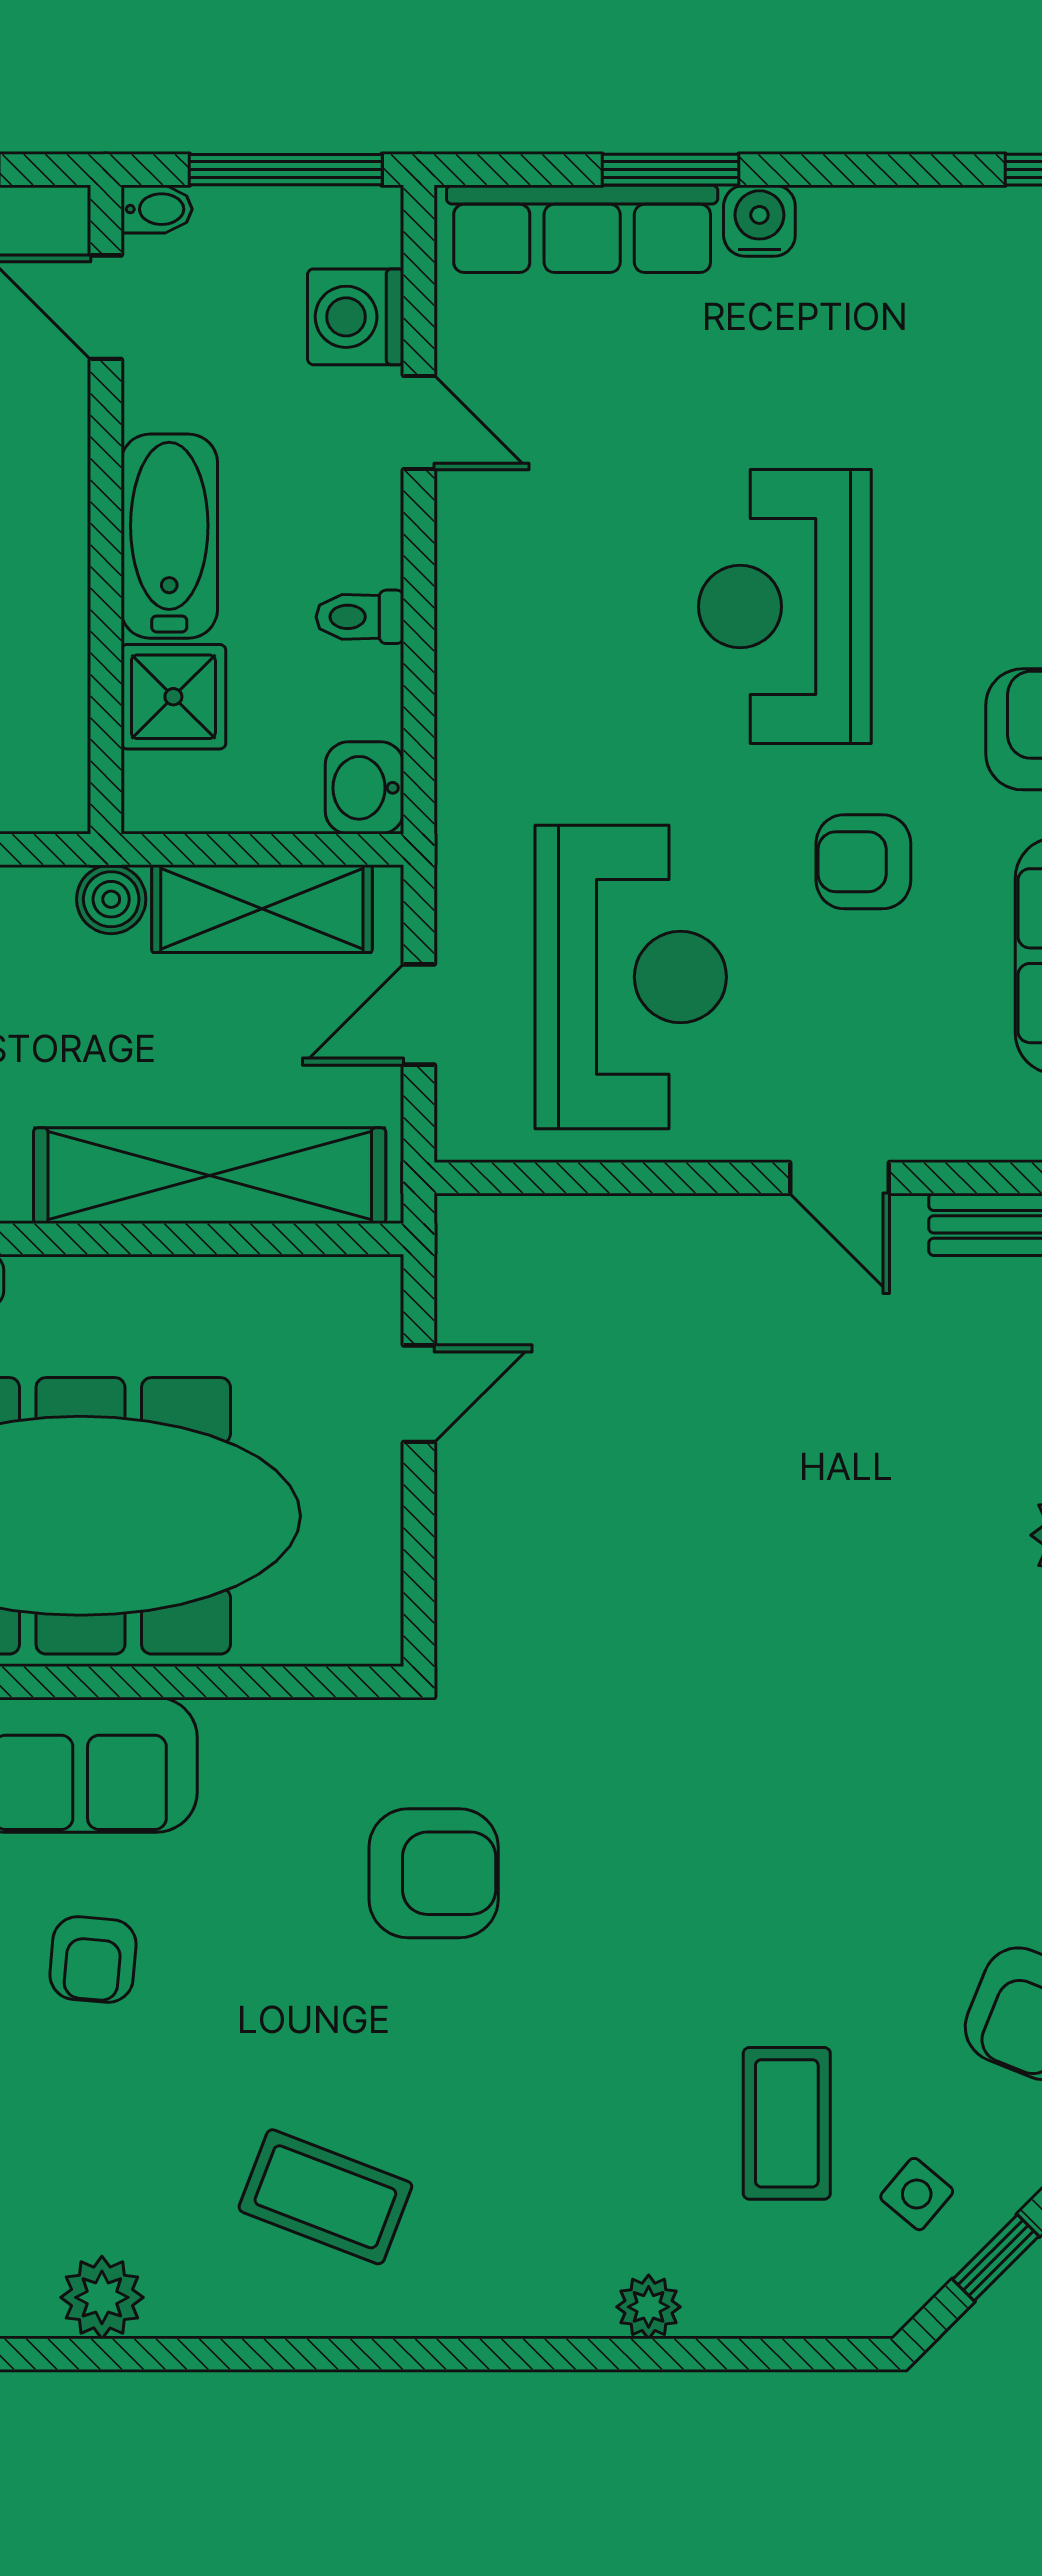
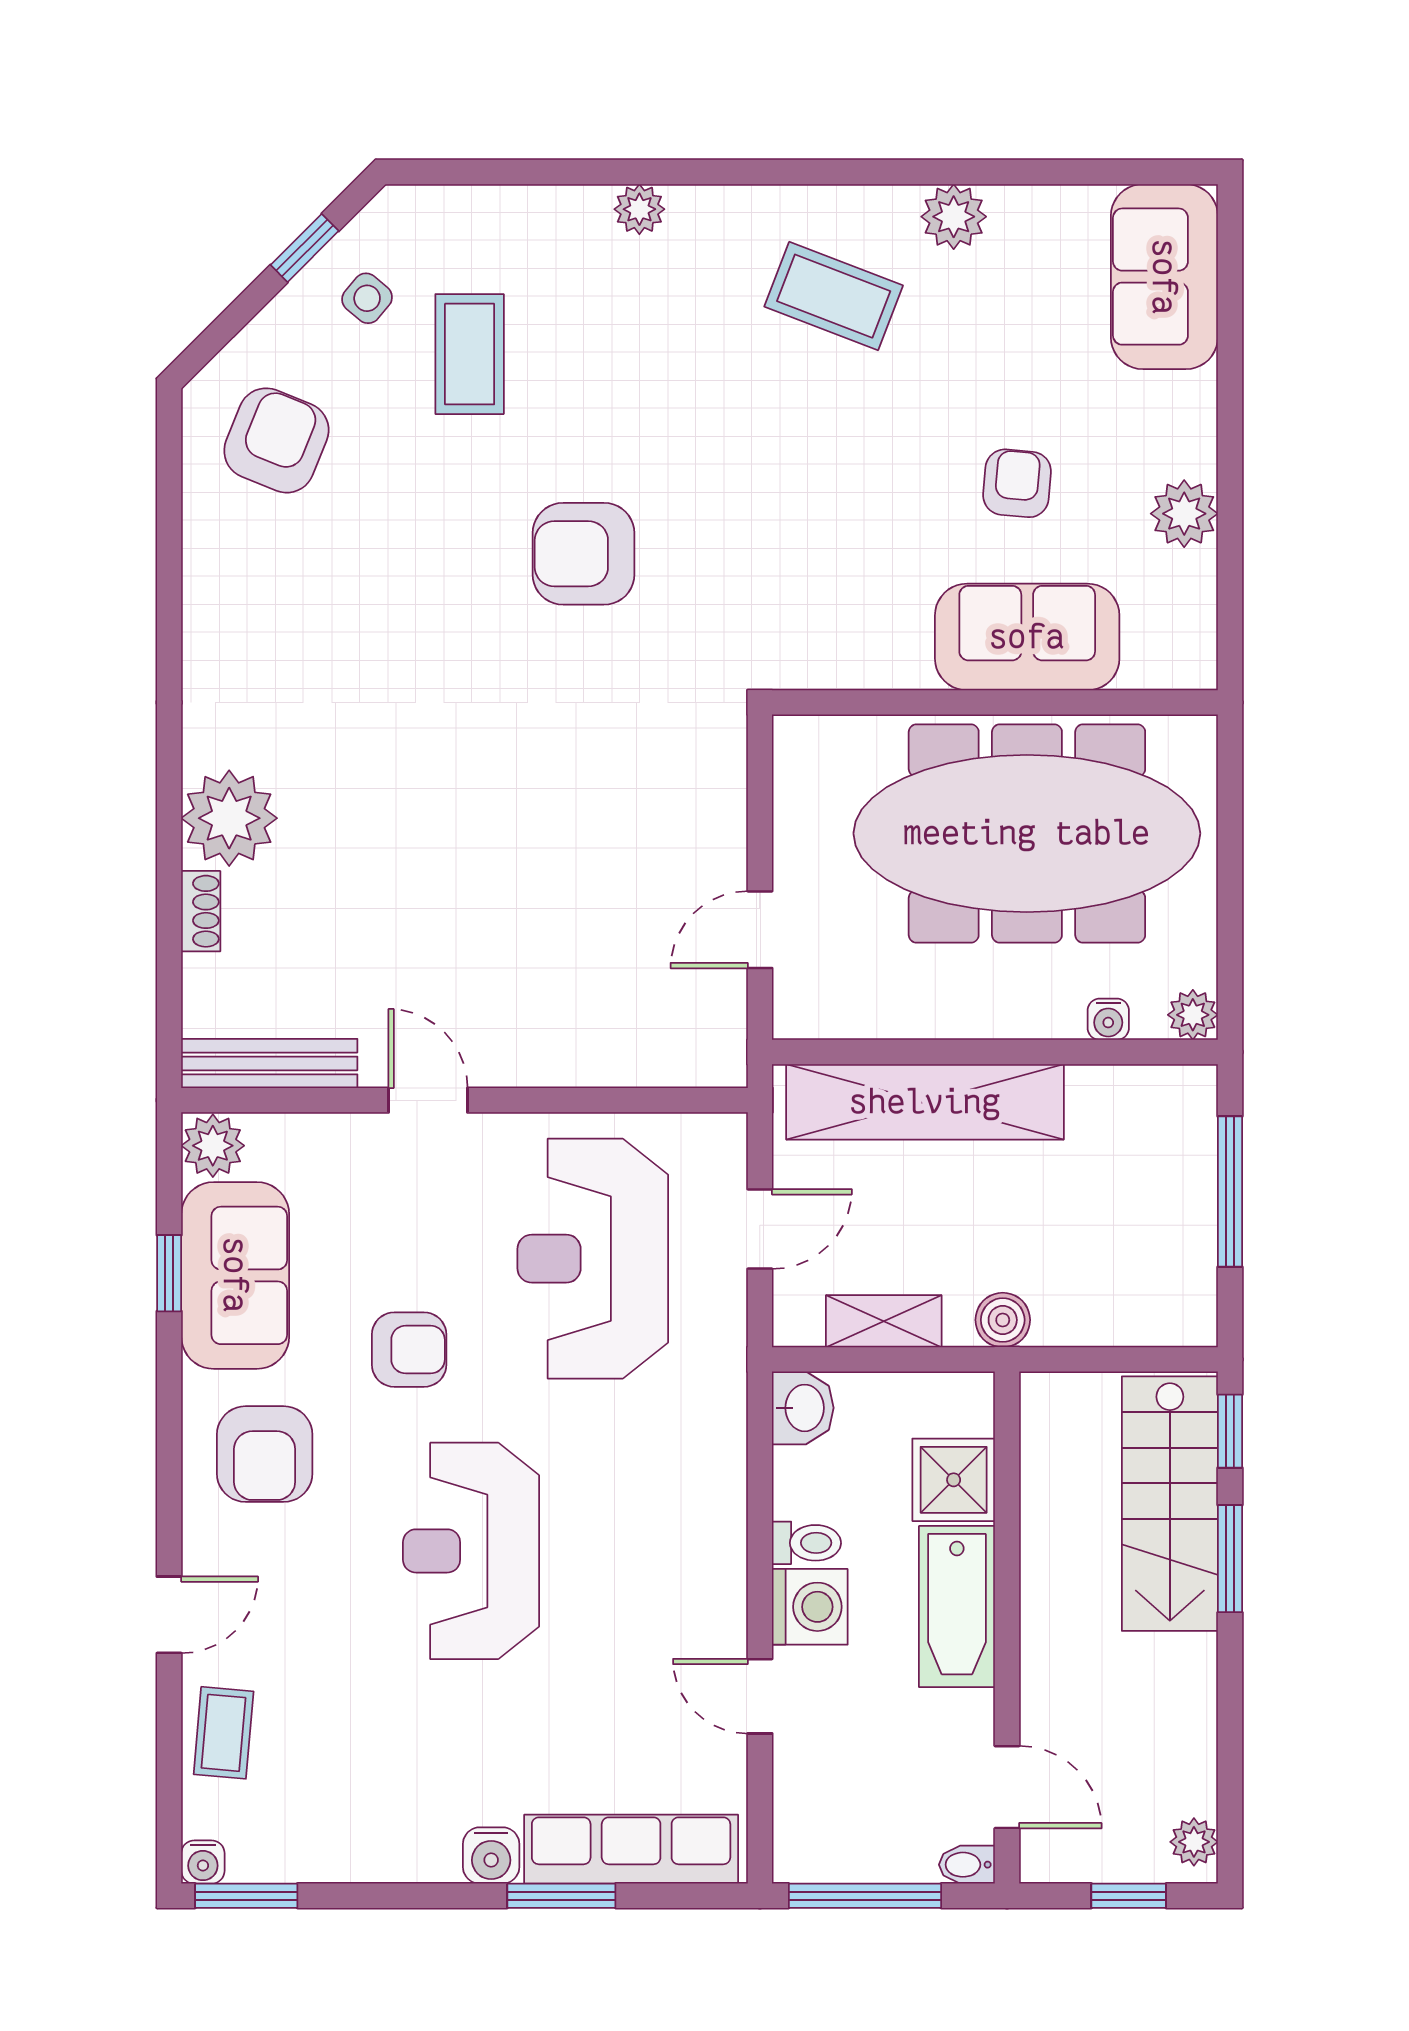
washing machine: (356, 317) -> (810, 1607), moved
reception desk: (785, 607) -> (471, 1551), turned 180
shelving: (262, 909) -> (884, 1321), width x0.67, depth x0.75
armchair: (434, 1873) -> (584, 554), moved
plant: (102, 2297) -> (954, 217), moved
plant: (649, 2307) -> (639, 209), moved

